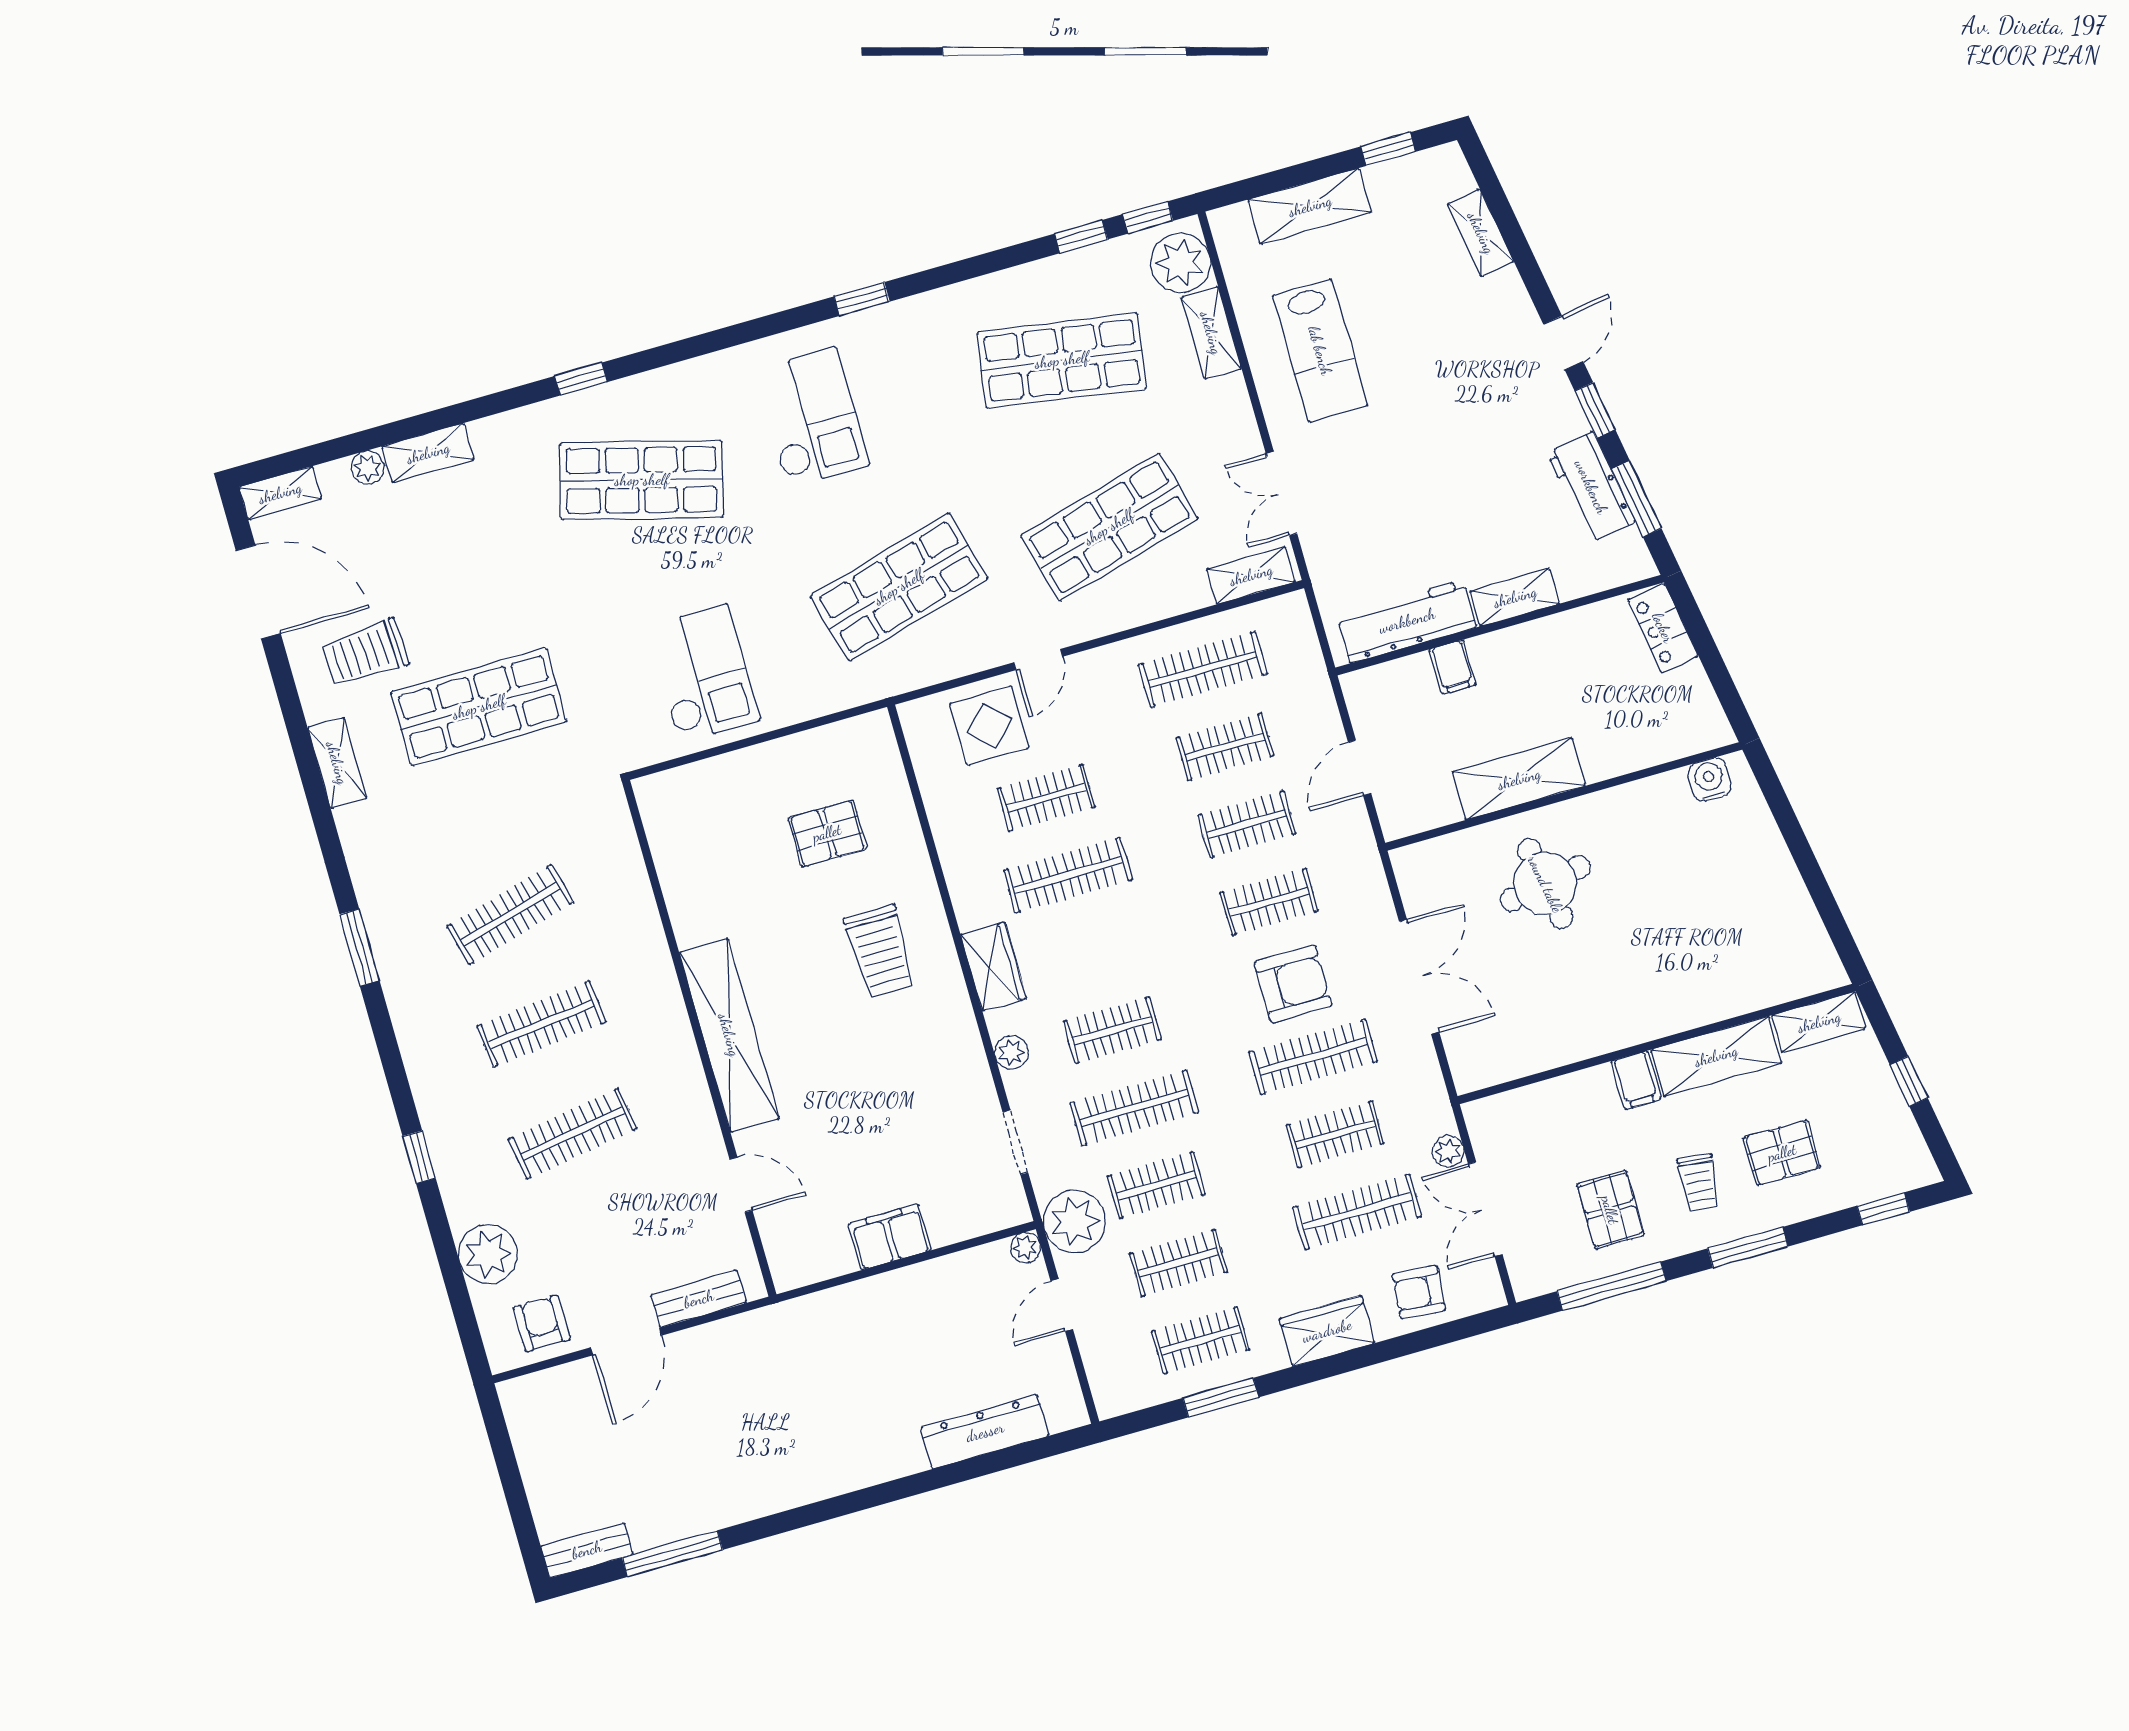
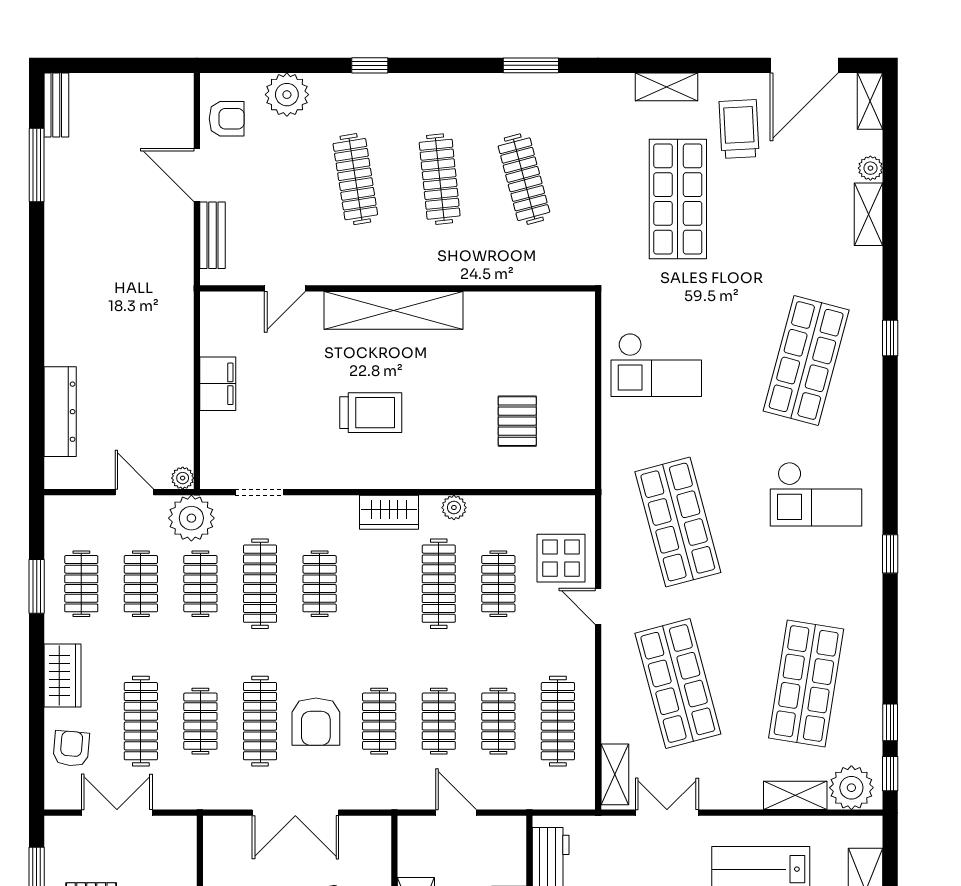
trolley: (880, 951) -> (371, 413), moved, turned 180
plant: (1011, 1052) -> (454, 508), moved
plant: (1448, 1151) -> (165, 798), removed

